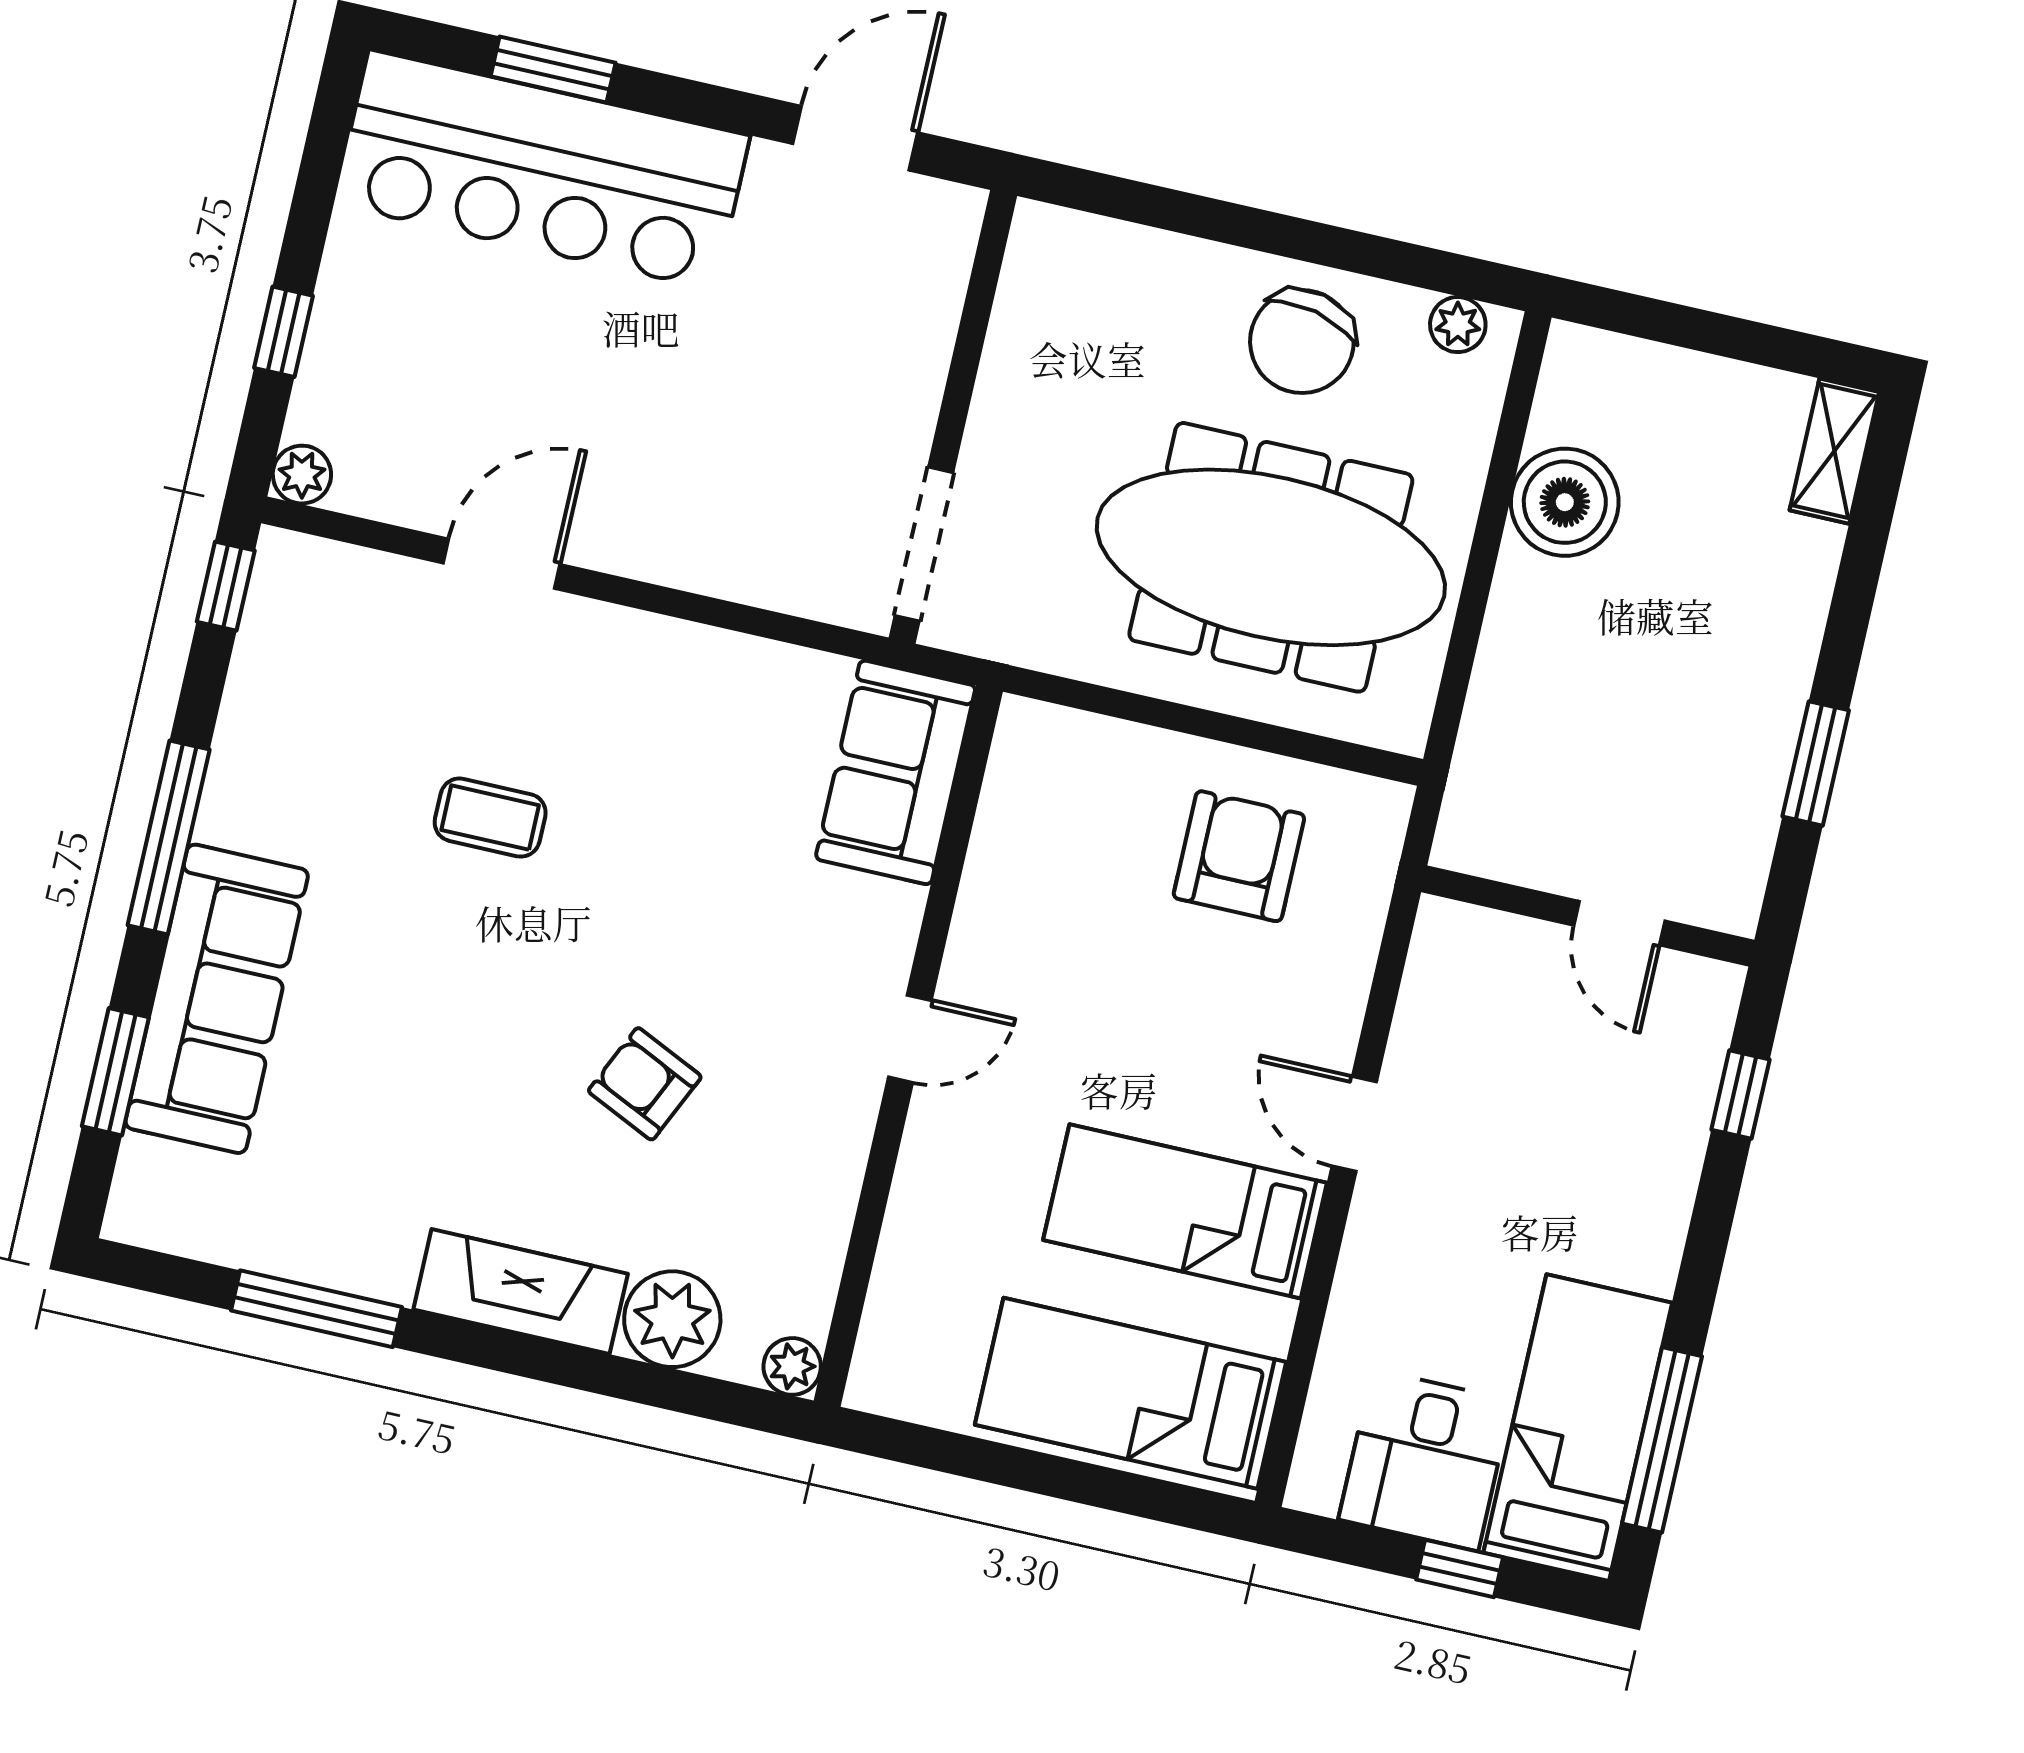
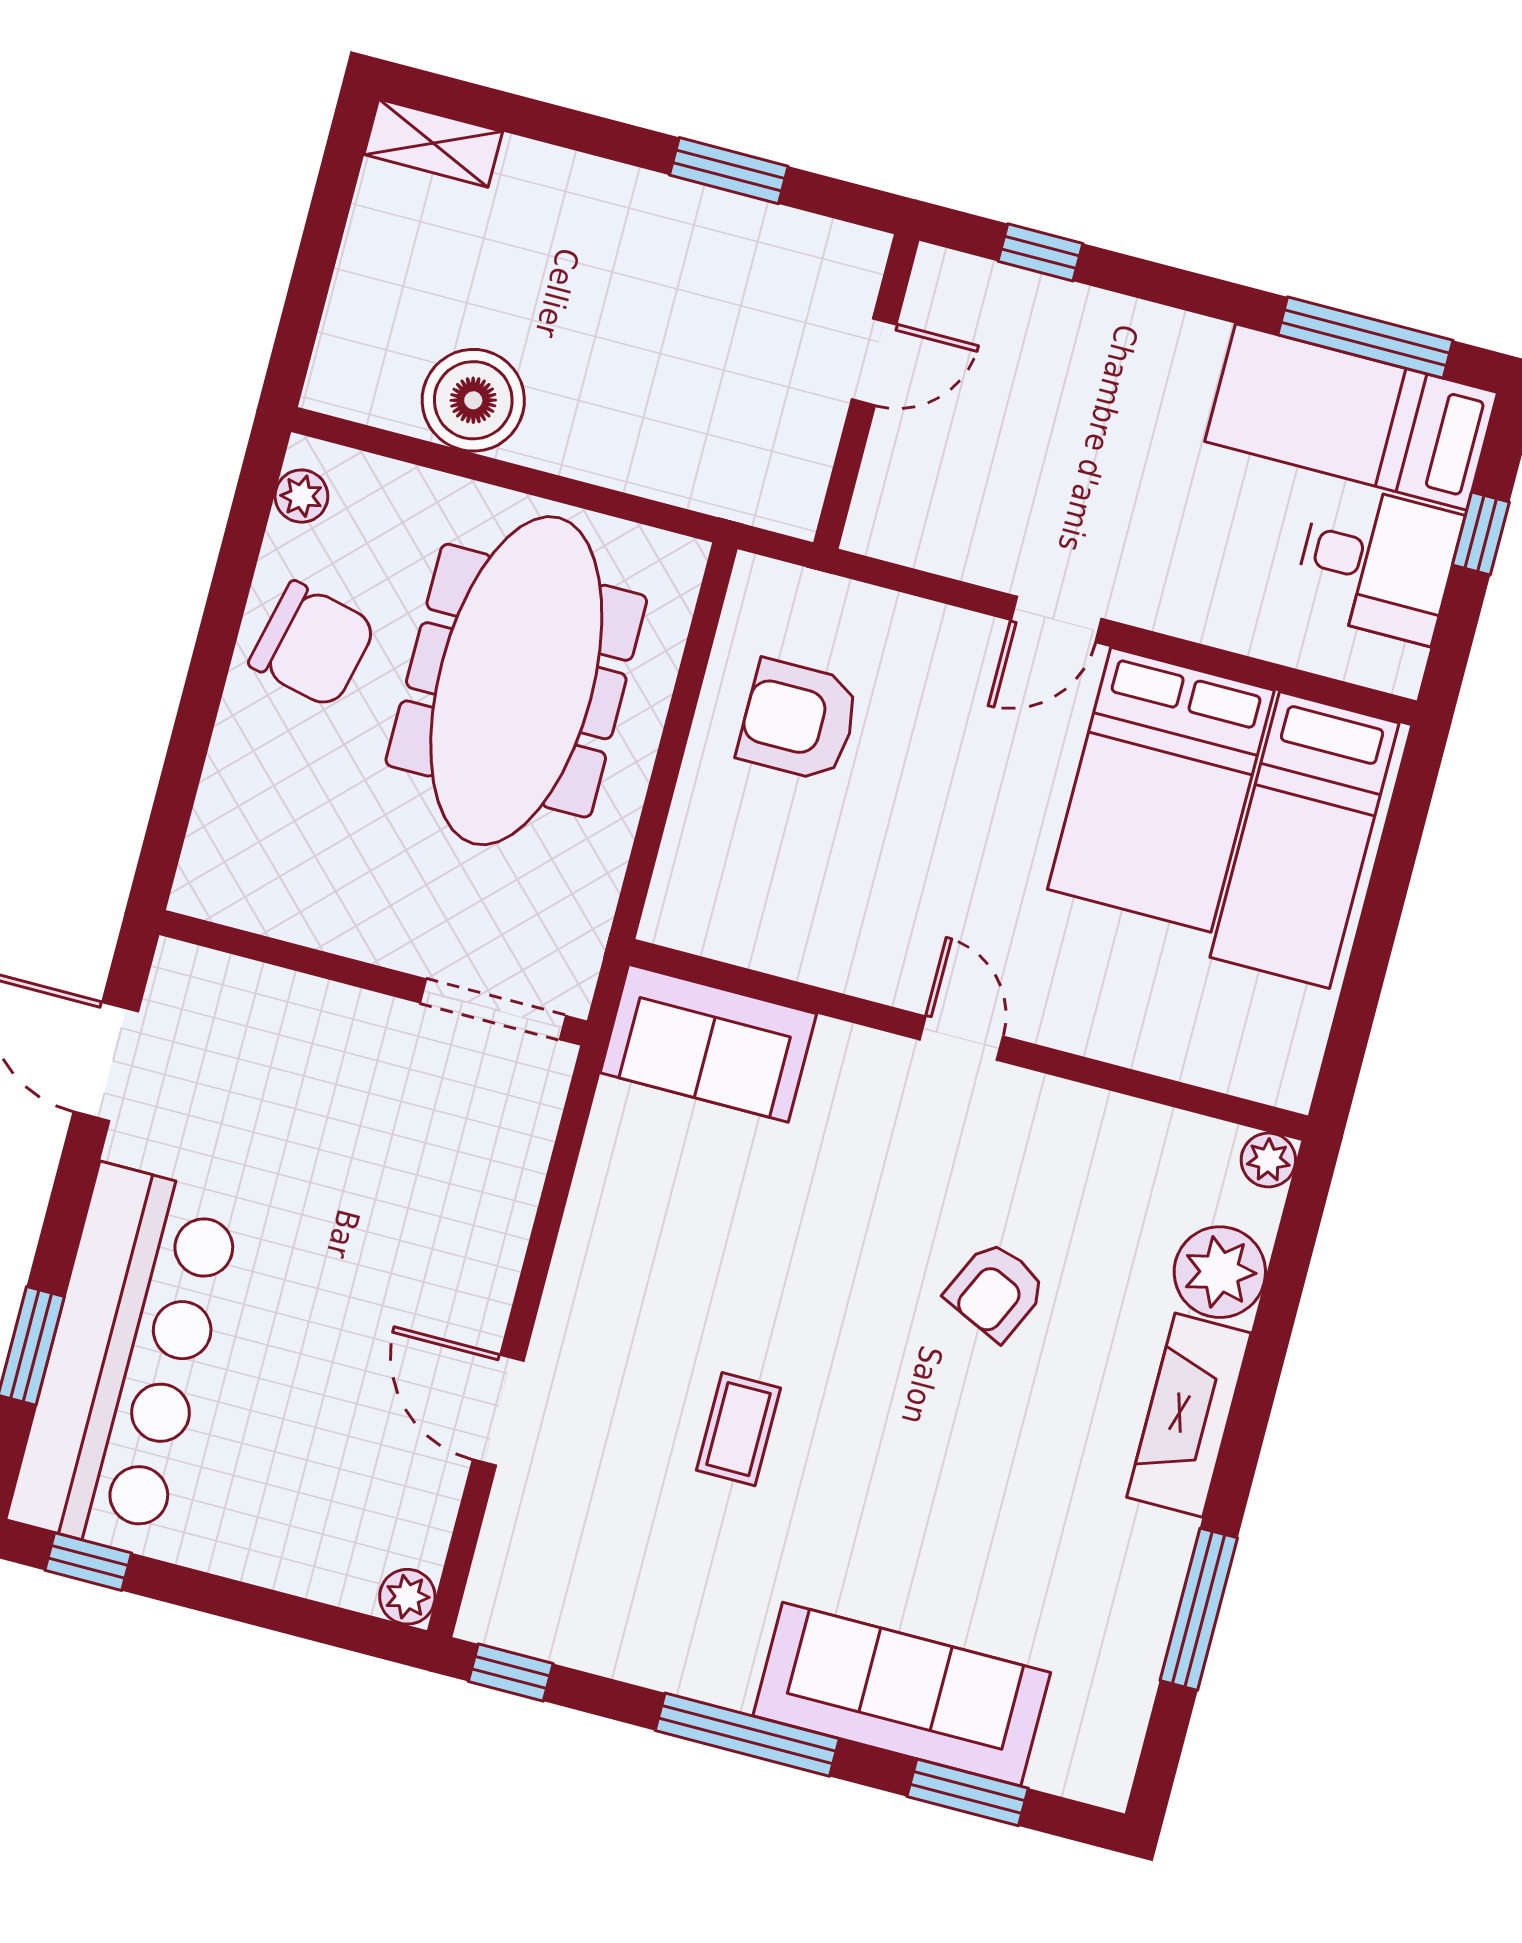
window: (283, 332) -> (88, 1562), moved
bed: (1185, 1211) -> (1161, 790), width x1.50

